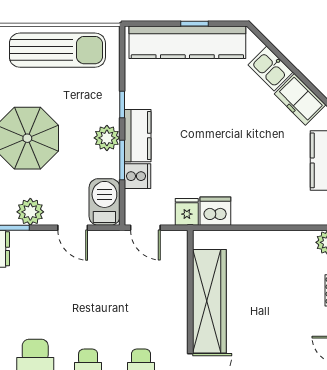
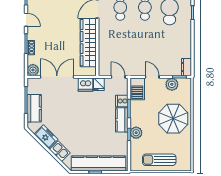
sun lounger: (57, 50) -> (159, 160), width x0.73, depth x0.75
plant: (107, 138) -> (136, 133), moved
double door: (276, 228) -> (57, 77), added

